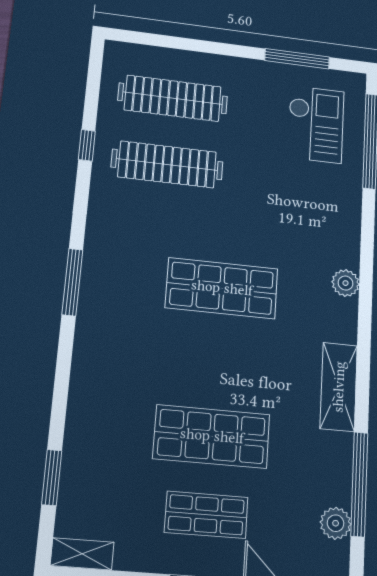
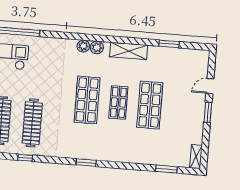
window: (72, 282) -> (86, 163), width x0.69
window: (359, 484) -> (169, 44), width x0.47
shop shelf: (206, 515) -> (118, 102), moved
plant: (336, 523) -> (97, 48), moved

